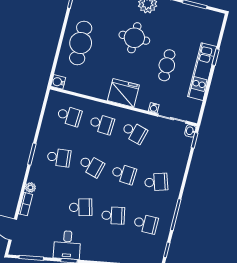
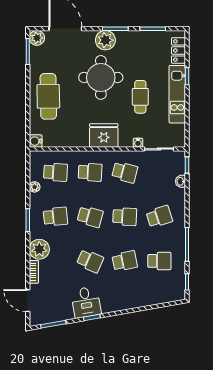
locker: (214, 31) -> (179, 50), added
round table: (134, 38) -> (101, 77), width x1.36, depth x1.36
plant: (46, 125) -> (35, 187), added
washbasin: (190, 131) -> (181, 181), moved
plant: (30, 187) -> (39, 249), width x1.88, depth x1.88
school desk: (81, 207) -> (90, 261), turned 39

